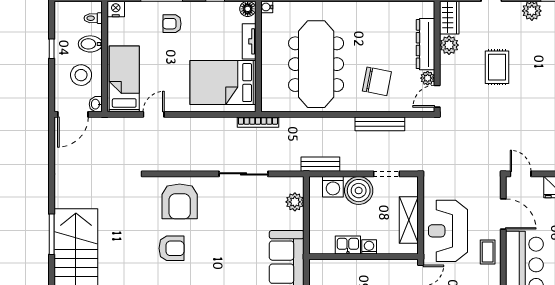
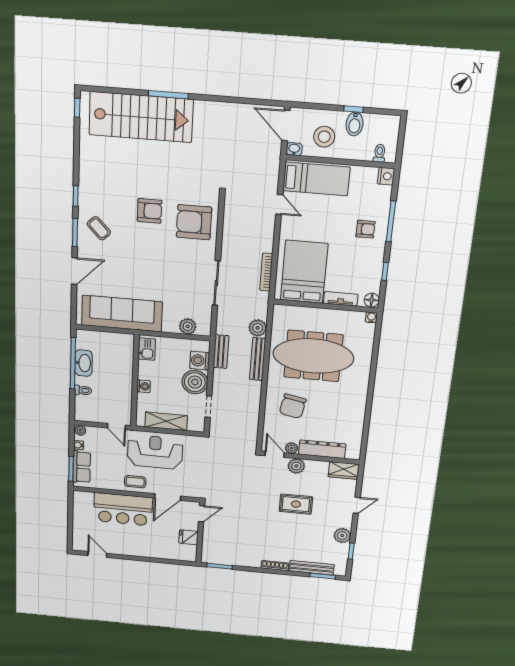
armchair: (172, 24) -> (365, 229), turned 90
bidet: (90, 44) -> (355, 124), moved, turned 180
plant: (449, 45) -> (296, 466), moved
bookcase: (258, 122) -> (266, 272), moved
bench: (380, 124) -> (258, 359), moved
plant: (290, 127) -> (258, 328), added
kitchen sink: (348, 245) -> (147, 349), moved
armchair: (172, 248) -> (150, 211), turned -90

